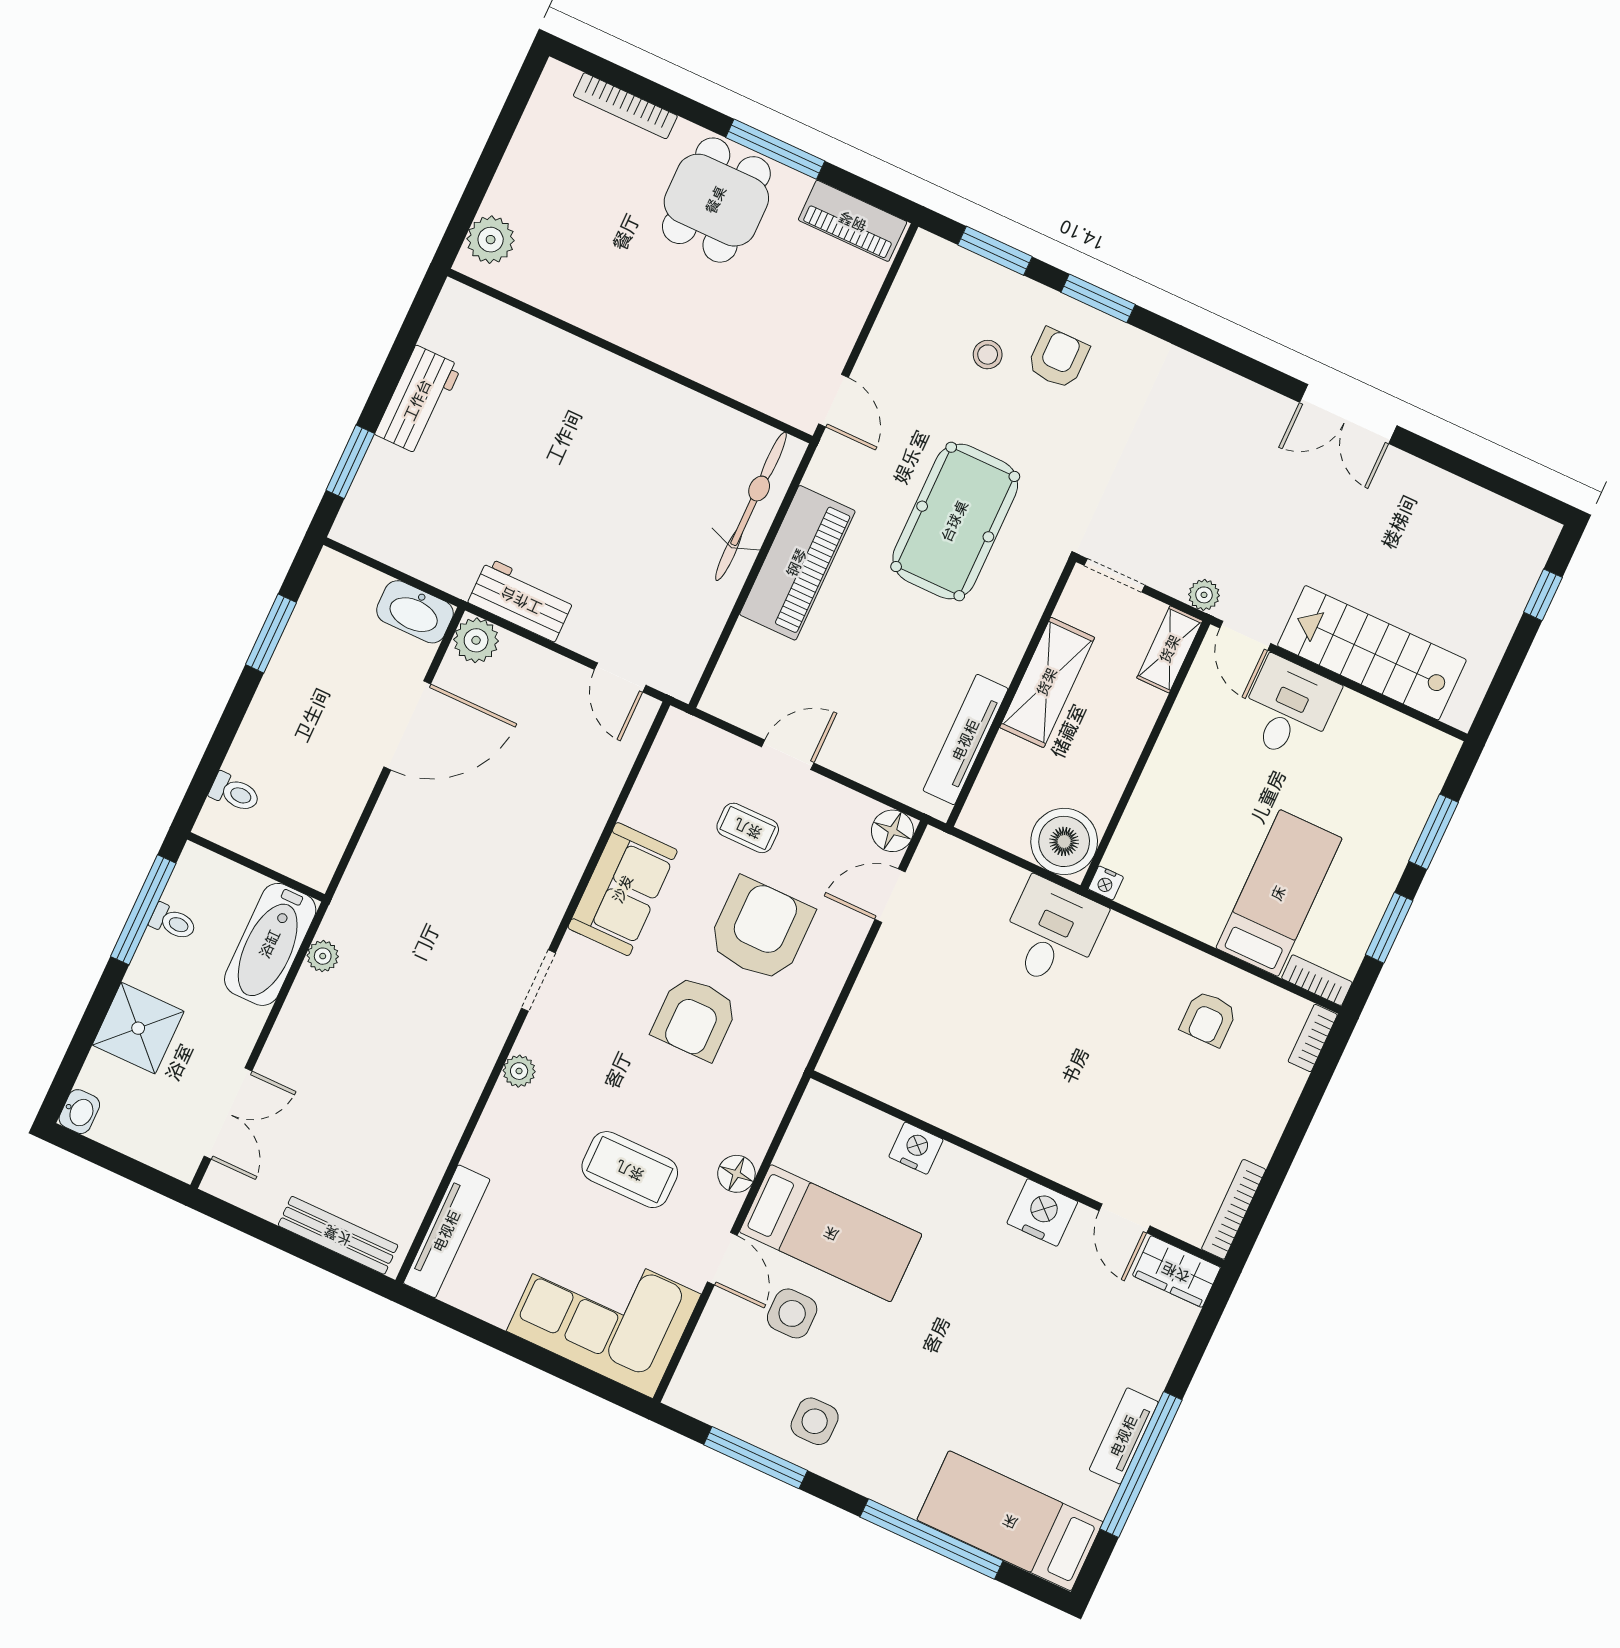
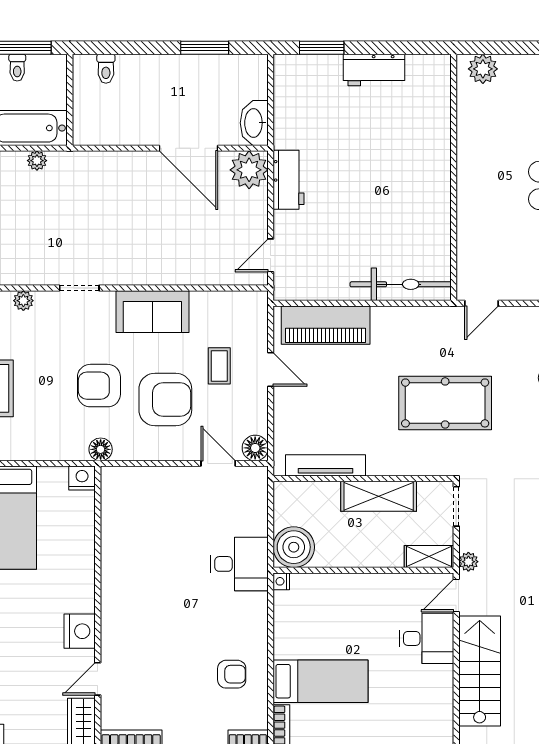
piano: (797, 563) -> (326, 325), moved
plant: (476, 640) -> (249, 170), width x1.36, depth x1.36
armchair: (1208, 1019) -> (232, 674), turned 180
nightstand: (916, 1148) -> (82, 478), moved, turned -90
floor lamp: (736, 1174) -> (101, 449), moved

